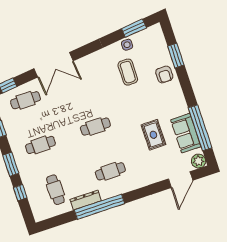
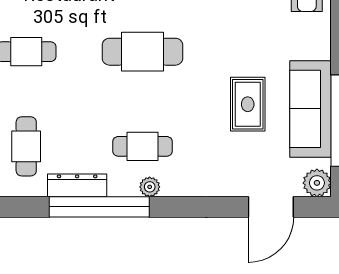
cafe table: (95, 127) -> (142, 52), width x1.37, depth x1.35
sofa: (186, 133) -> (310, 109), width x1.36
plant: (120, 189) -> (150, 187), added

